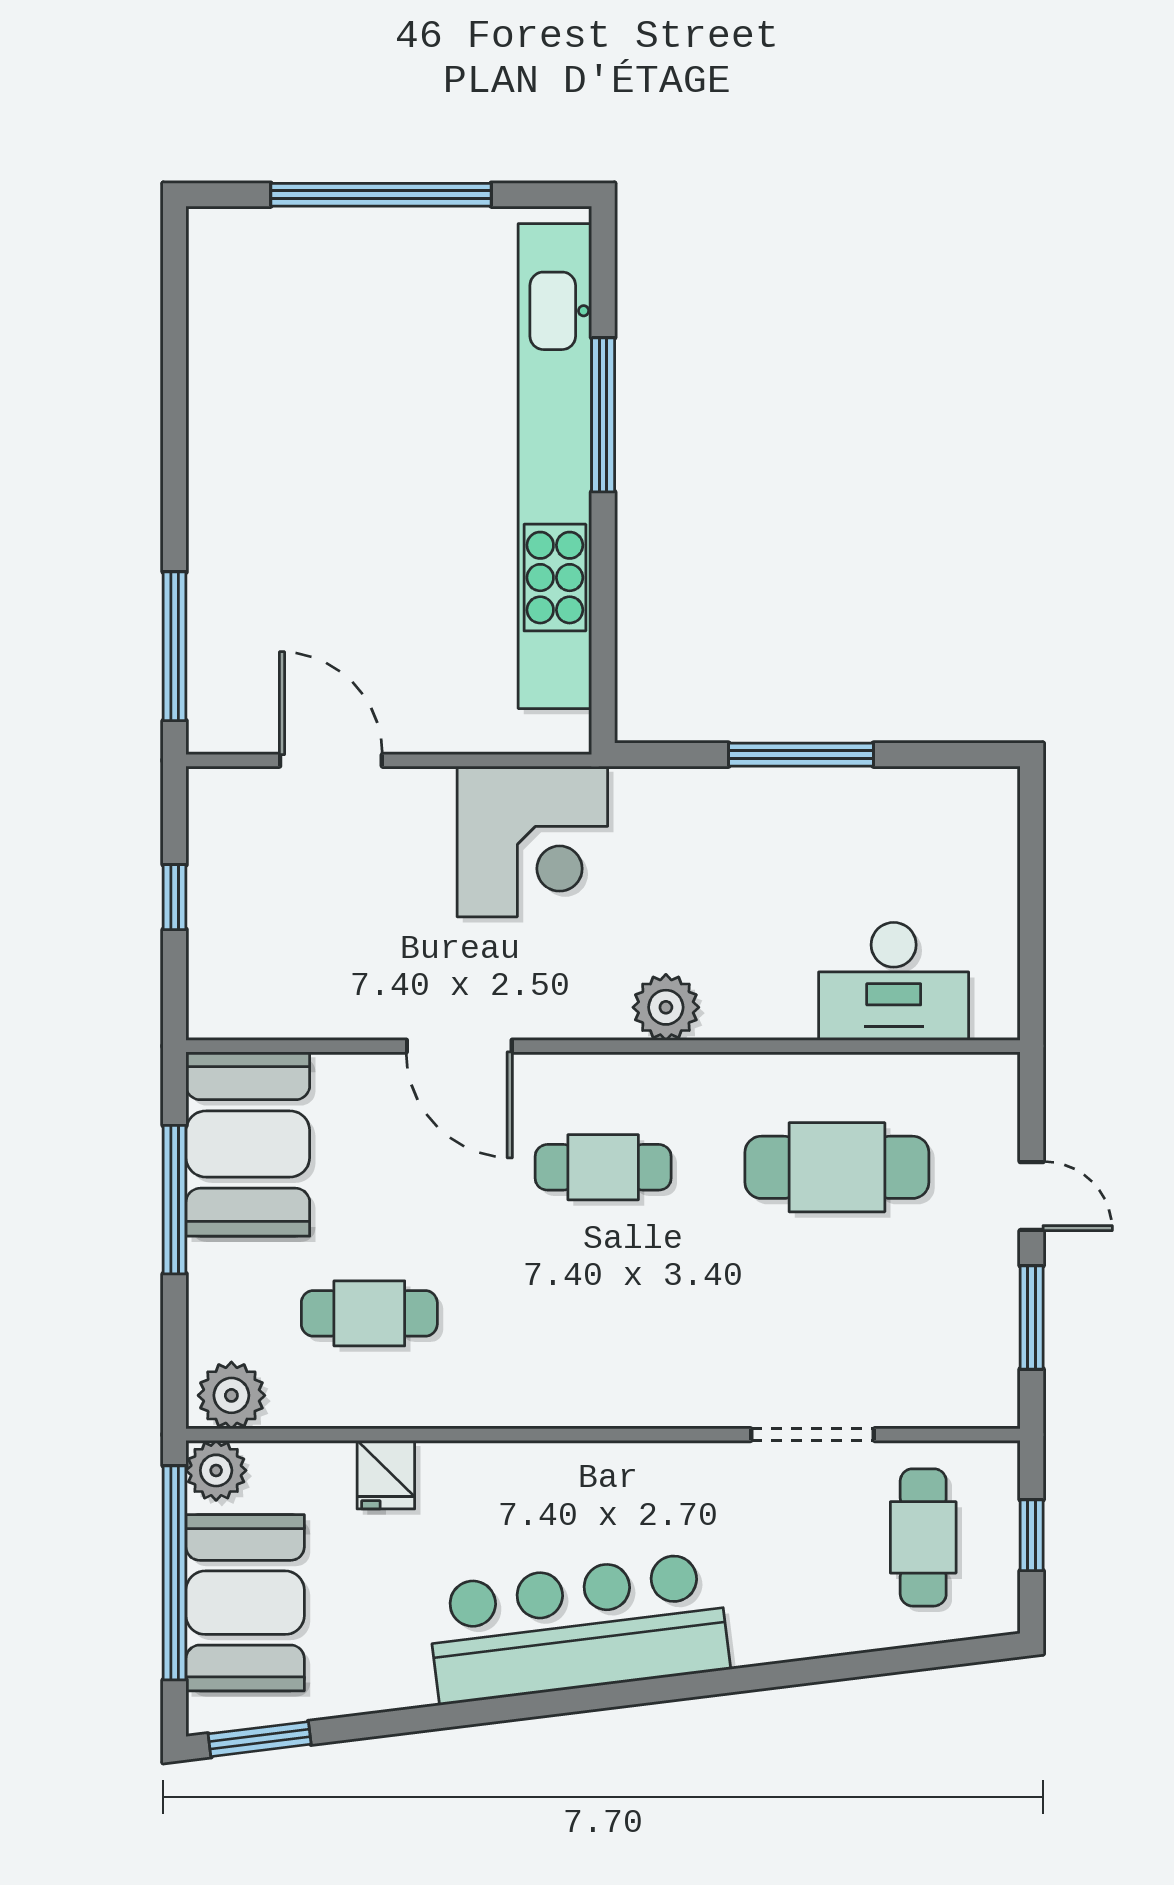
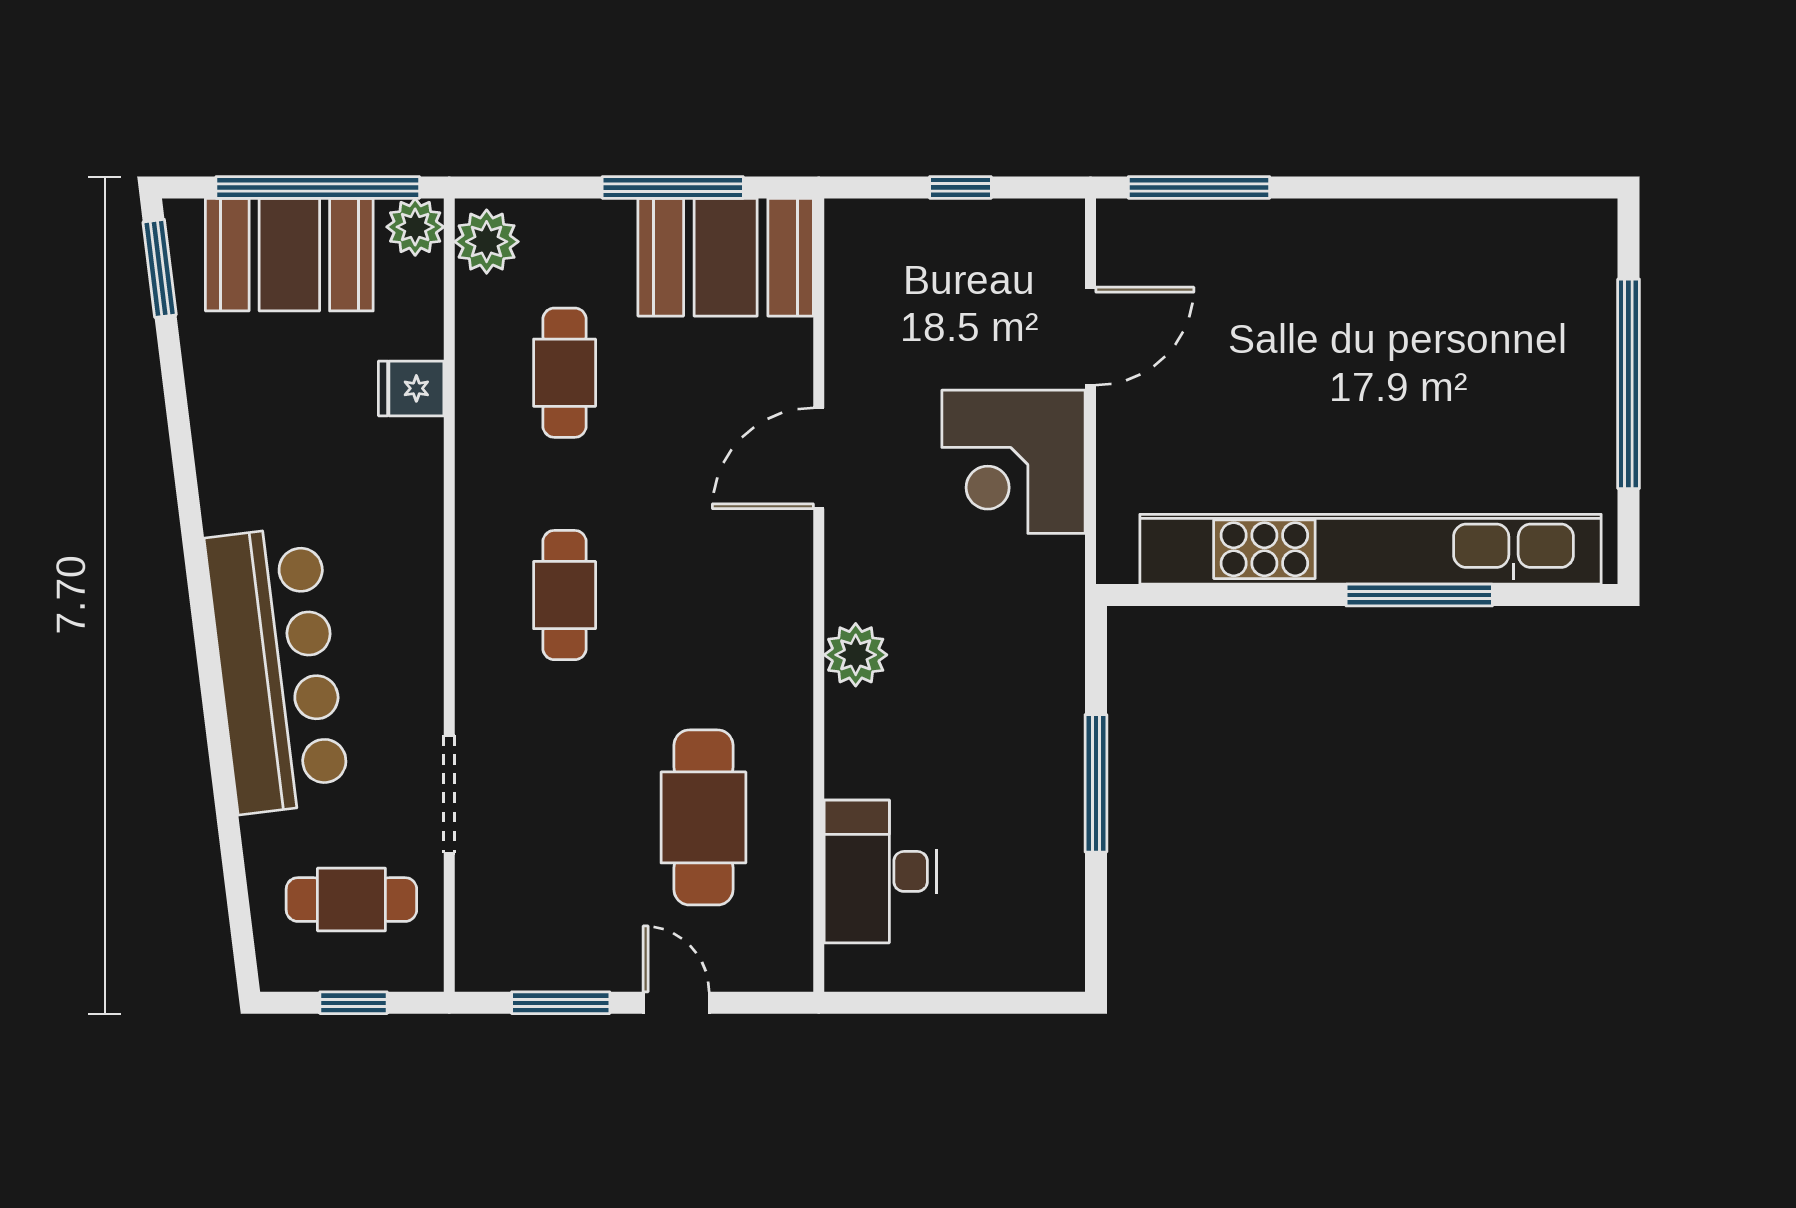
corner desk: (532, 841) -> (1013, 462), moved
cafe table: (603, 1167) -> (565, 595), moved
door: (1032, 1196) -> (676, 1003), swing flipped
bar counter: (578, 1628) -> (277, 670), moved

